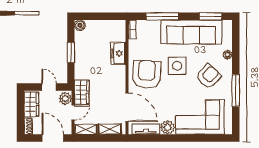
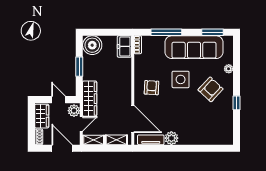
boiler: (80, 25) -> (92, 45), width x1.86, depth x1.86
freezer: (118, 53) -> (124, 46), moved
armchair: (147, 74) -> (152, 88), width x0.53, depth x0.53
window: (236, 90) -> (236, 103), width x0.46
wardrobe: (82, 92) -> (90, 99), width x1.50
corner sofa: (200, 117) -> (202, 128), removed

